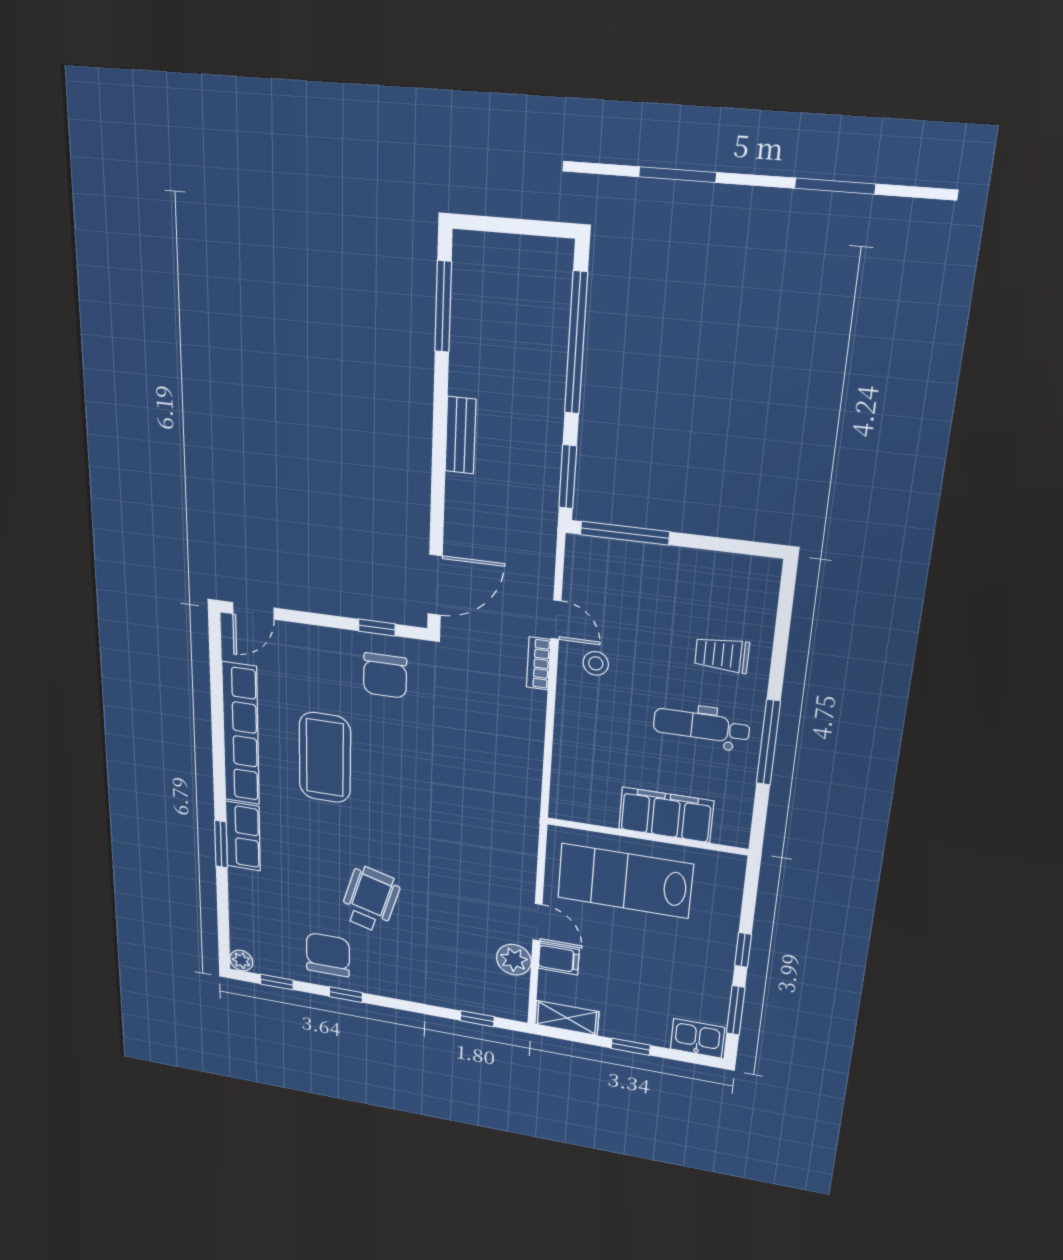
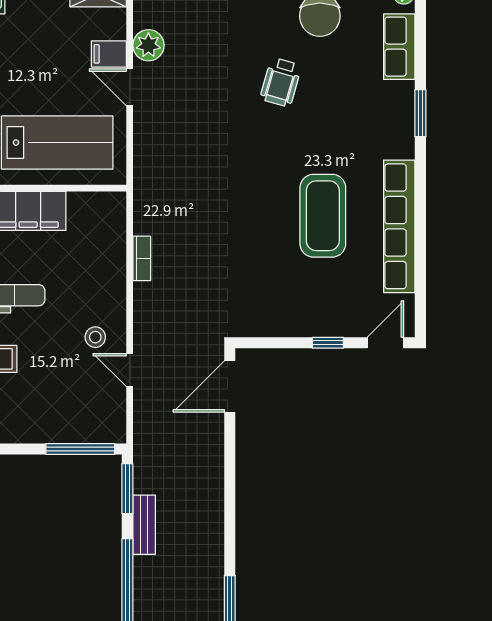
bench: (460, 435) -> (144, 525), moved
window: (377, 627) -> (328, 343), moved
bookcase: (539, 663) -> (142, 258), moved
chair: (385, 676) -> (270, 301), removed
row of seats: (243, 836) -> (399, 47), moved
wheelchair: (370, 899) -> (281, 82), width x0.73, depth x0.73

